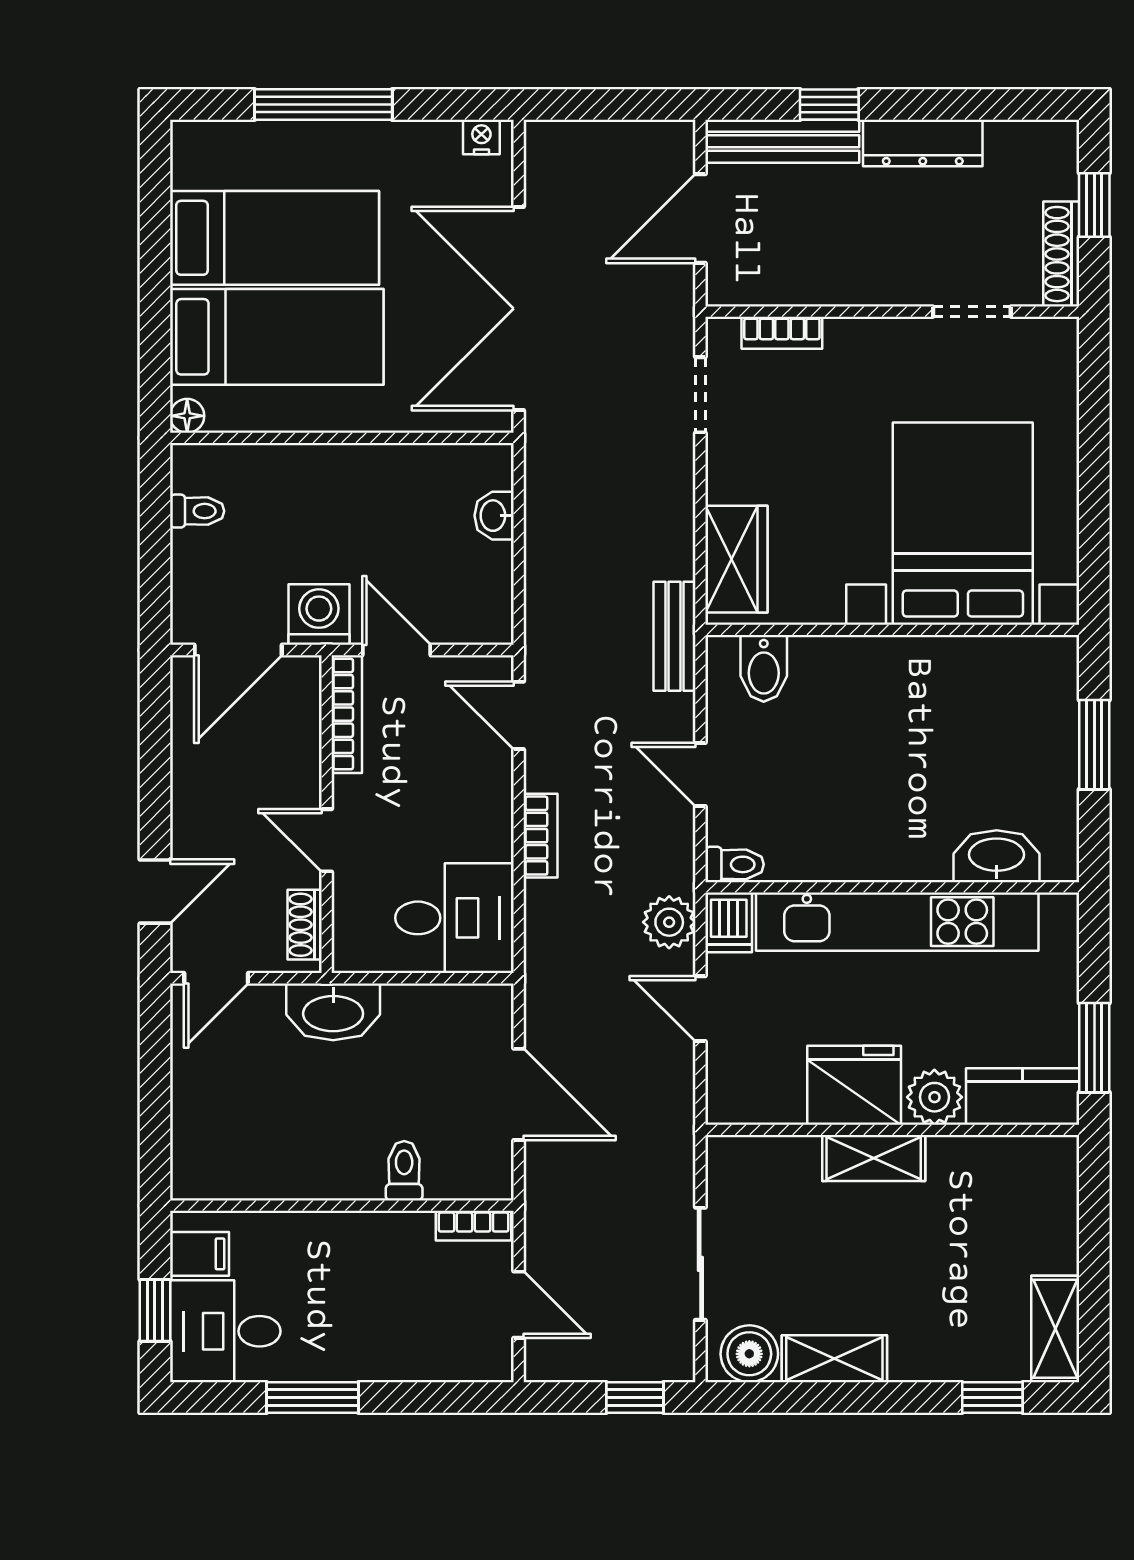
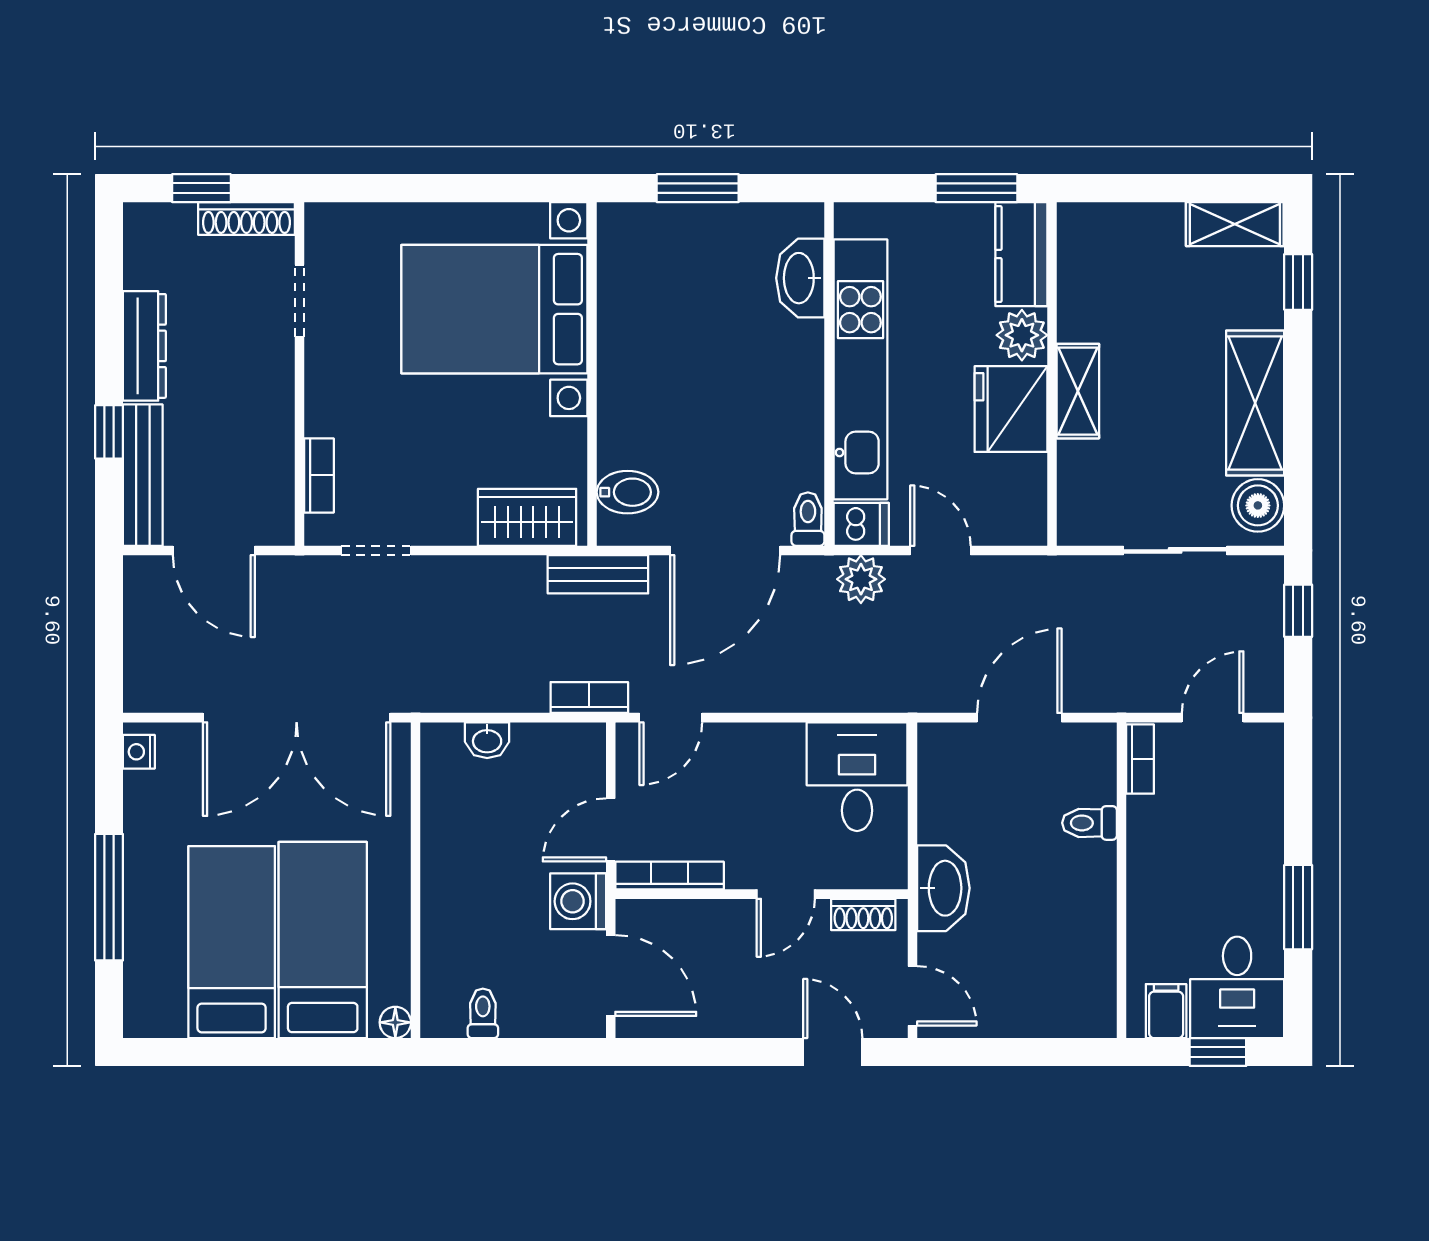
door: (700, 774) -> (725, 550), width x1.88
bookcase: (540, 836) -> (589, 697), moved
door: (700, 1009) -> (940, 550), swing flipped
shelving: (834, 1359) -> (1255, 403), width x1.50, depth x1.33

